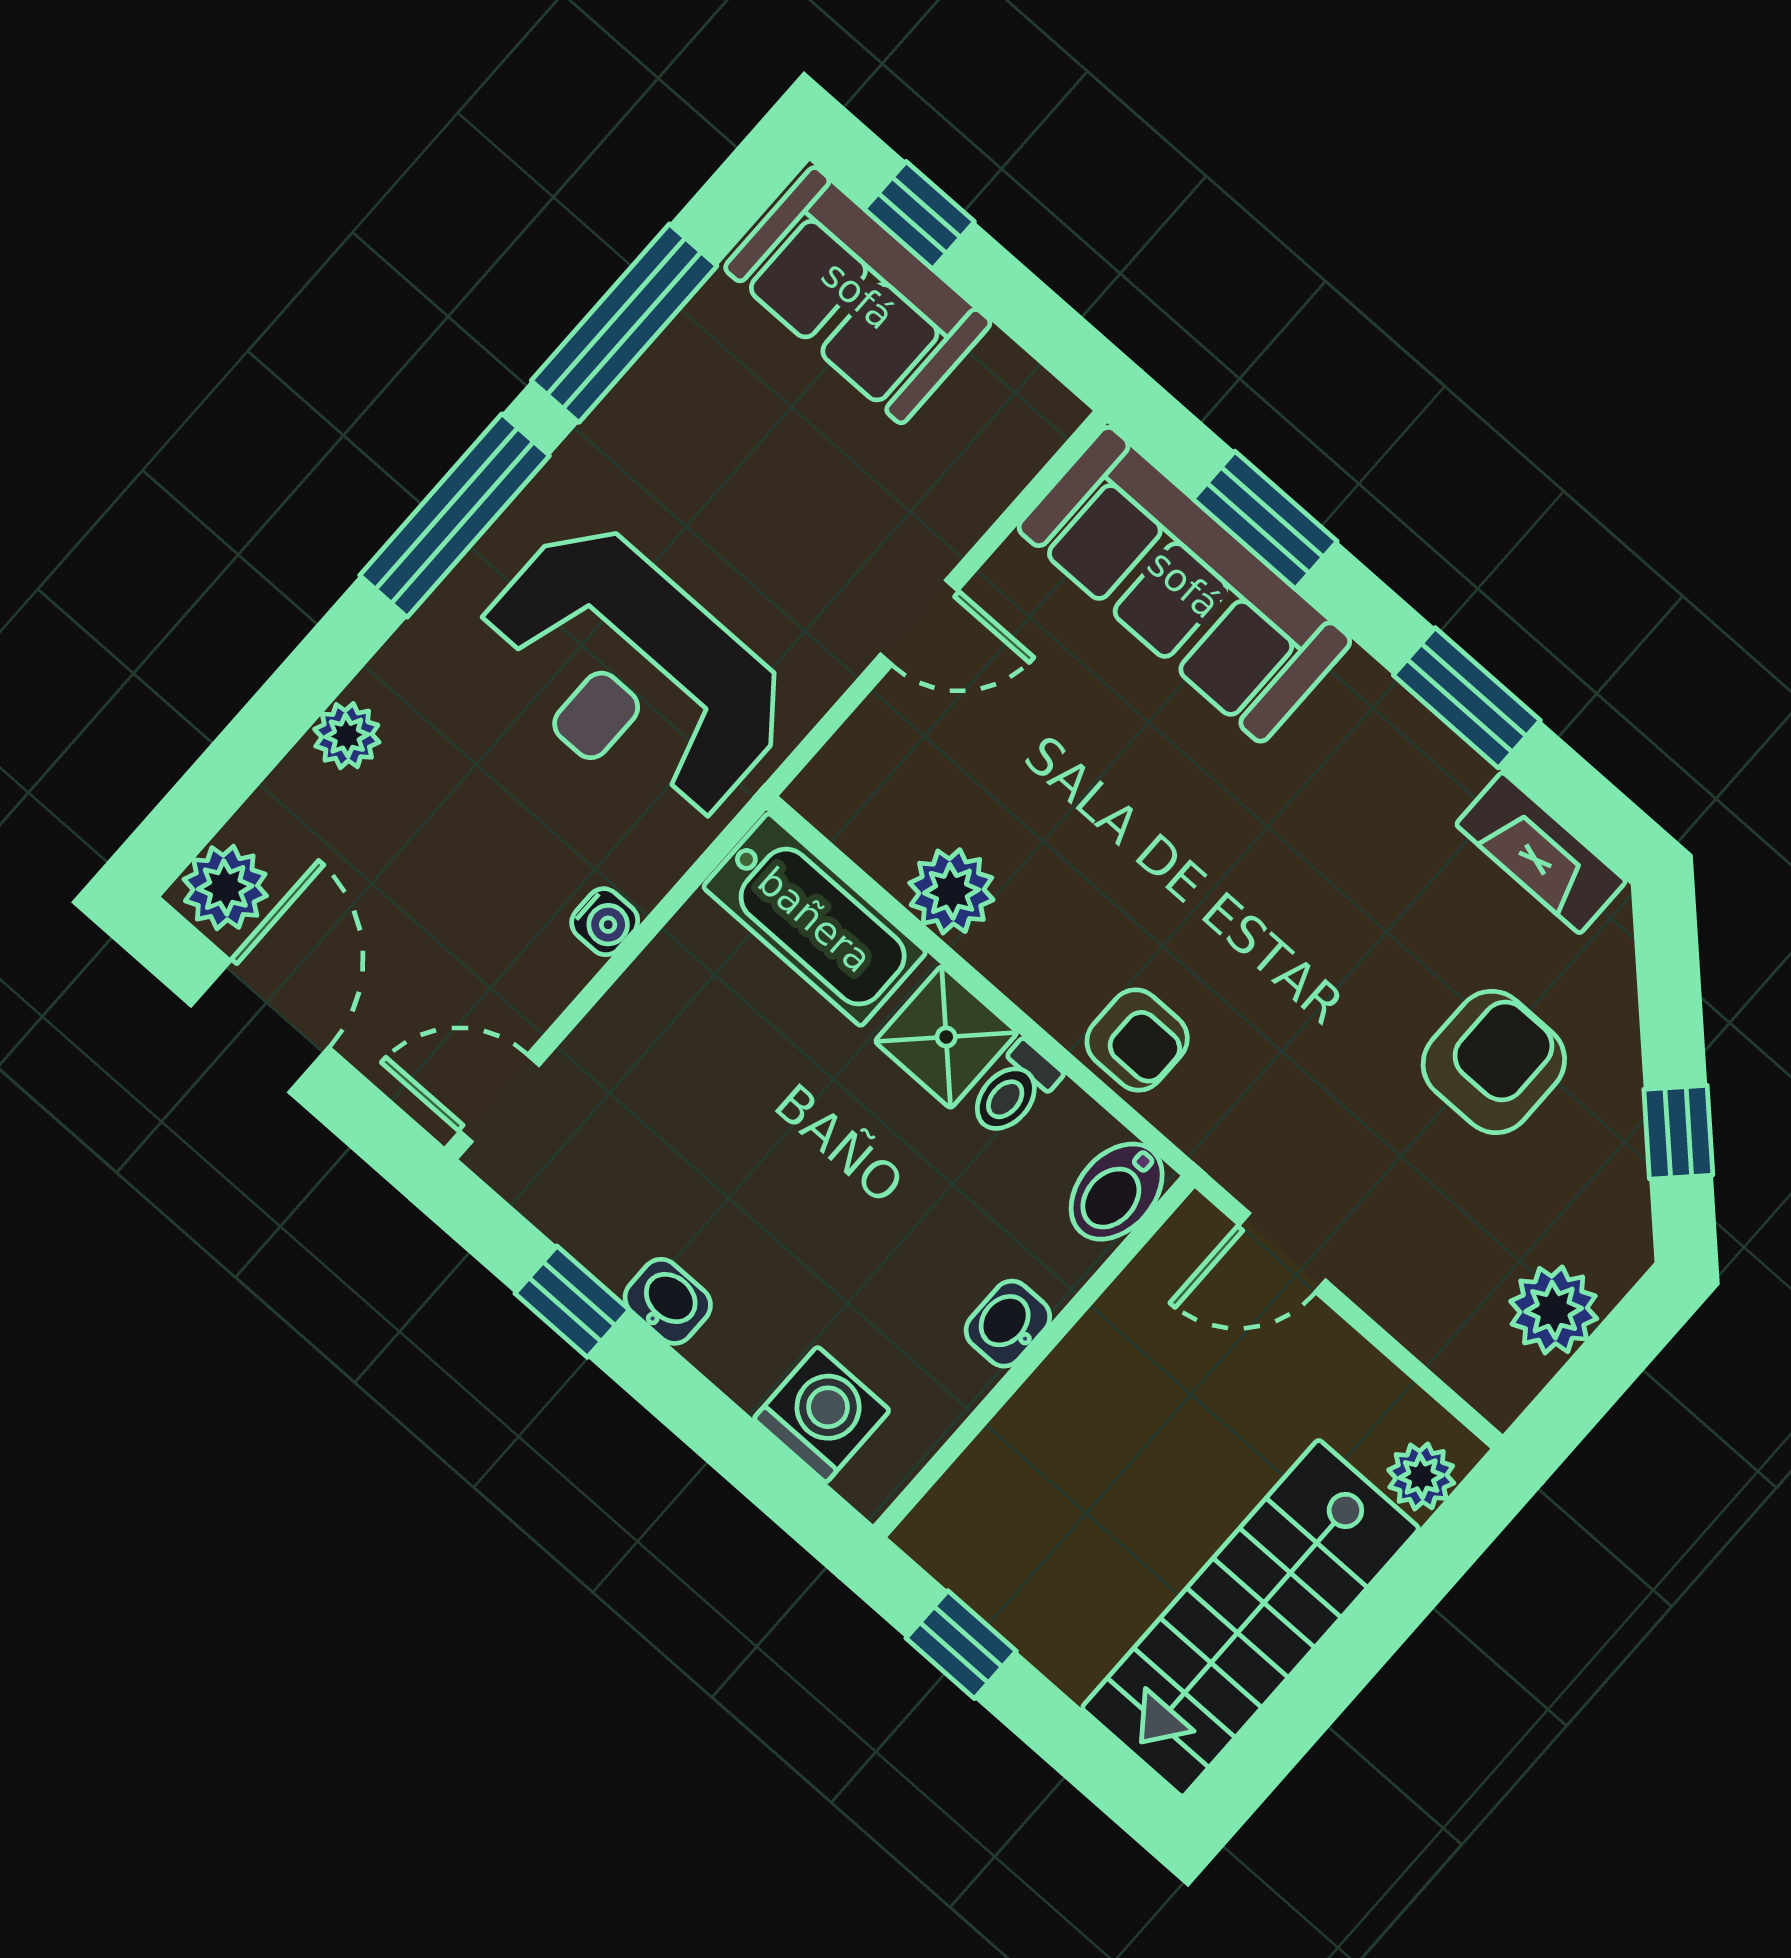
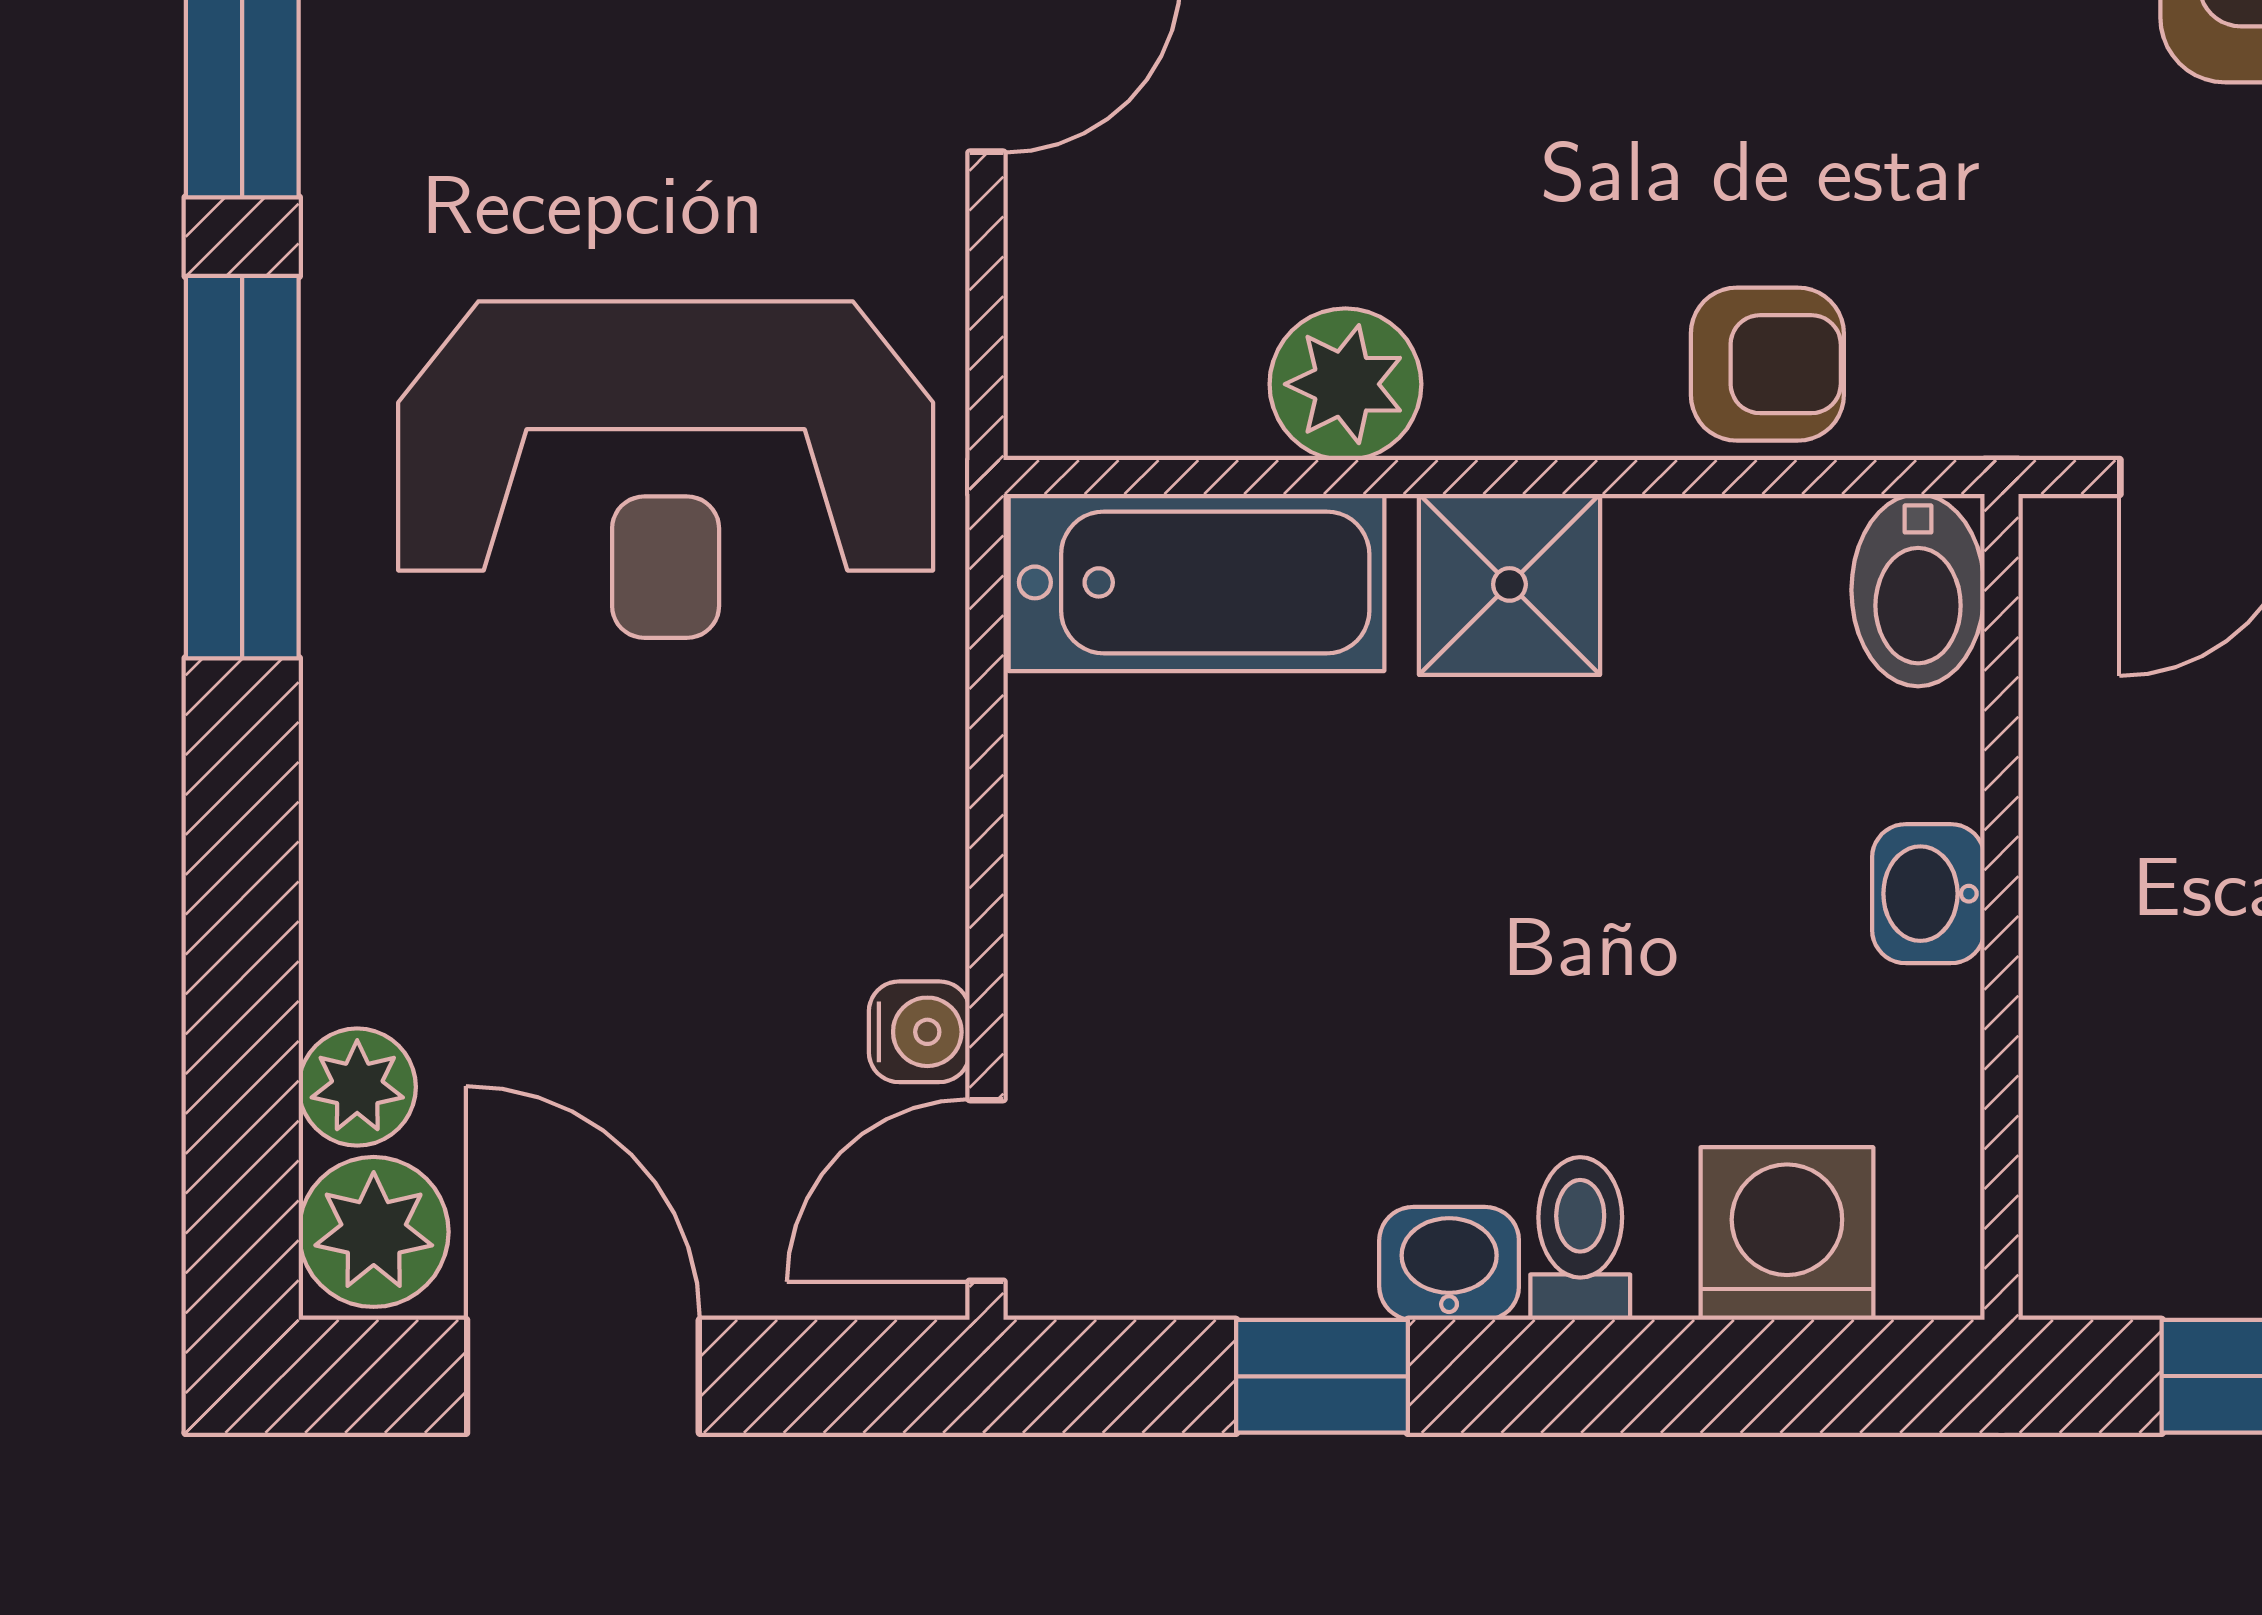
plant: (347, 736) -> (357, 1087), moved
water cooler: (605, 922) -> (919, 1032), moved
toilet: (1014, 1090) -> (1580, 1239), moved, turned 180

